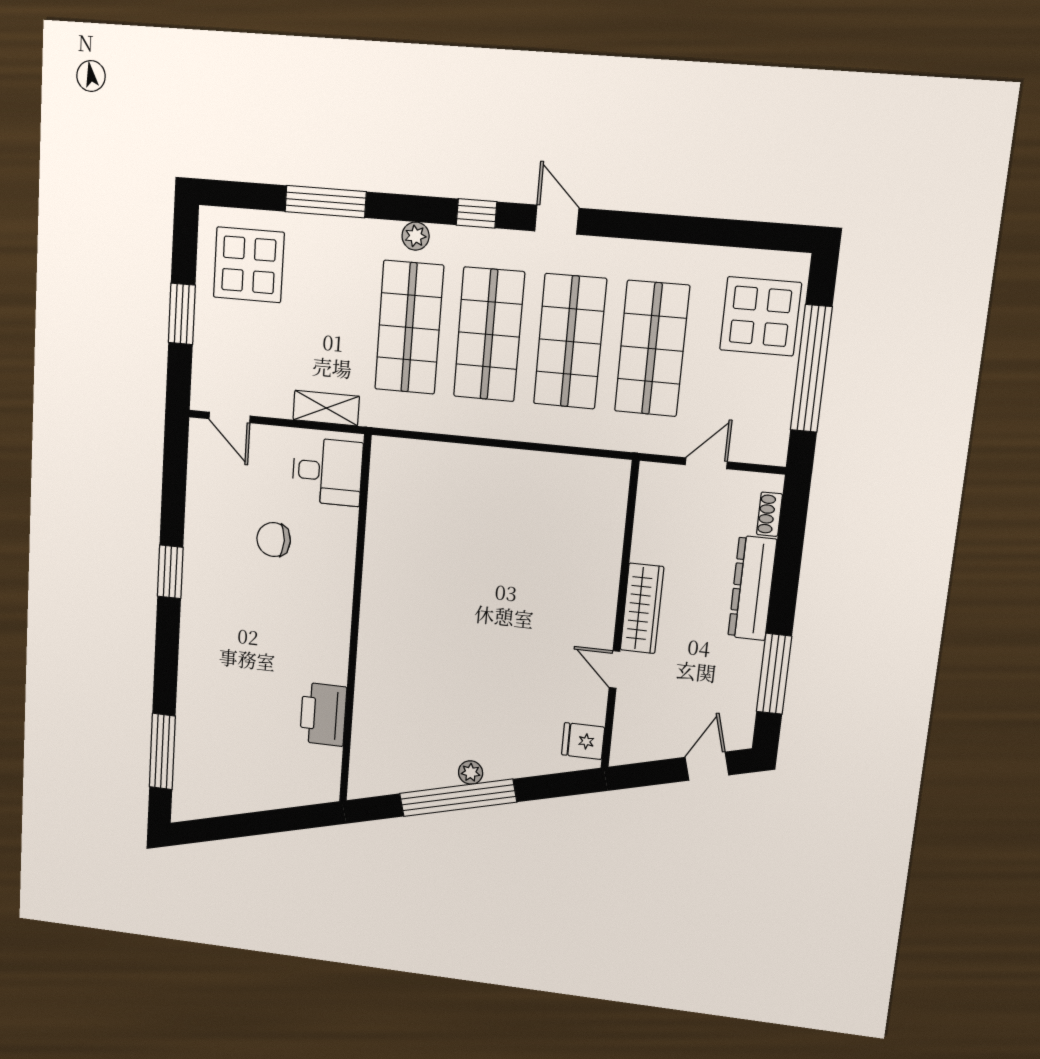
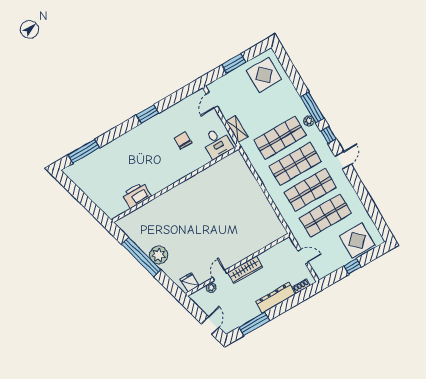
window: (326, 202) -> (312, 107), moved
window: (811, 369) -> (353, 266), width x0.32
plant: (627, 706) -> (211, 288), added
door: (707, 766) -> (210, 326), hinge flipped
plant: (471, 772) -> (159, 255), width x1.88, depth x1.88

